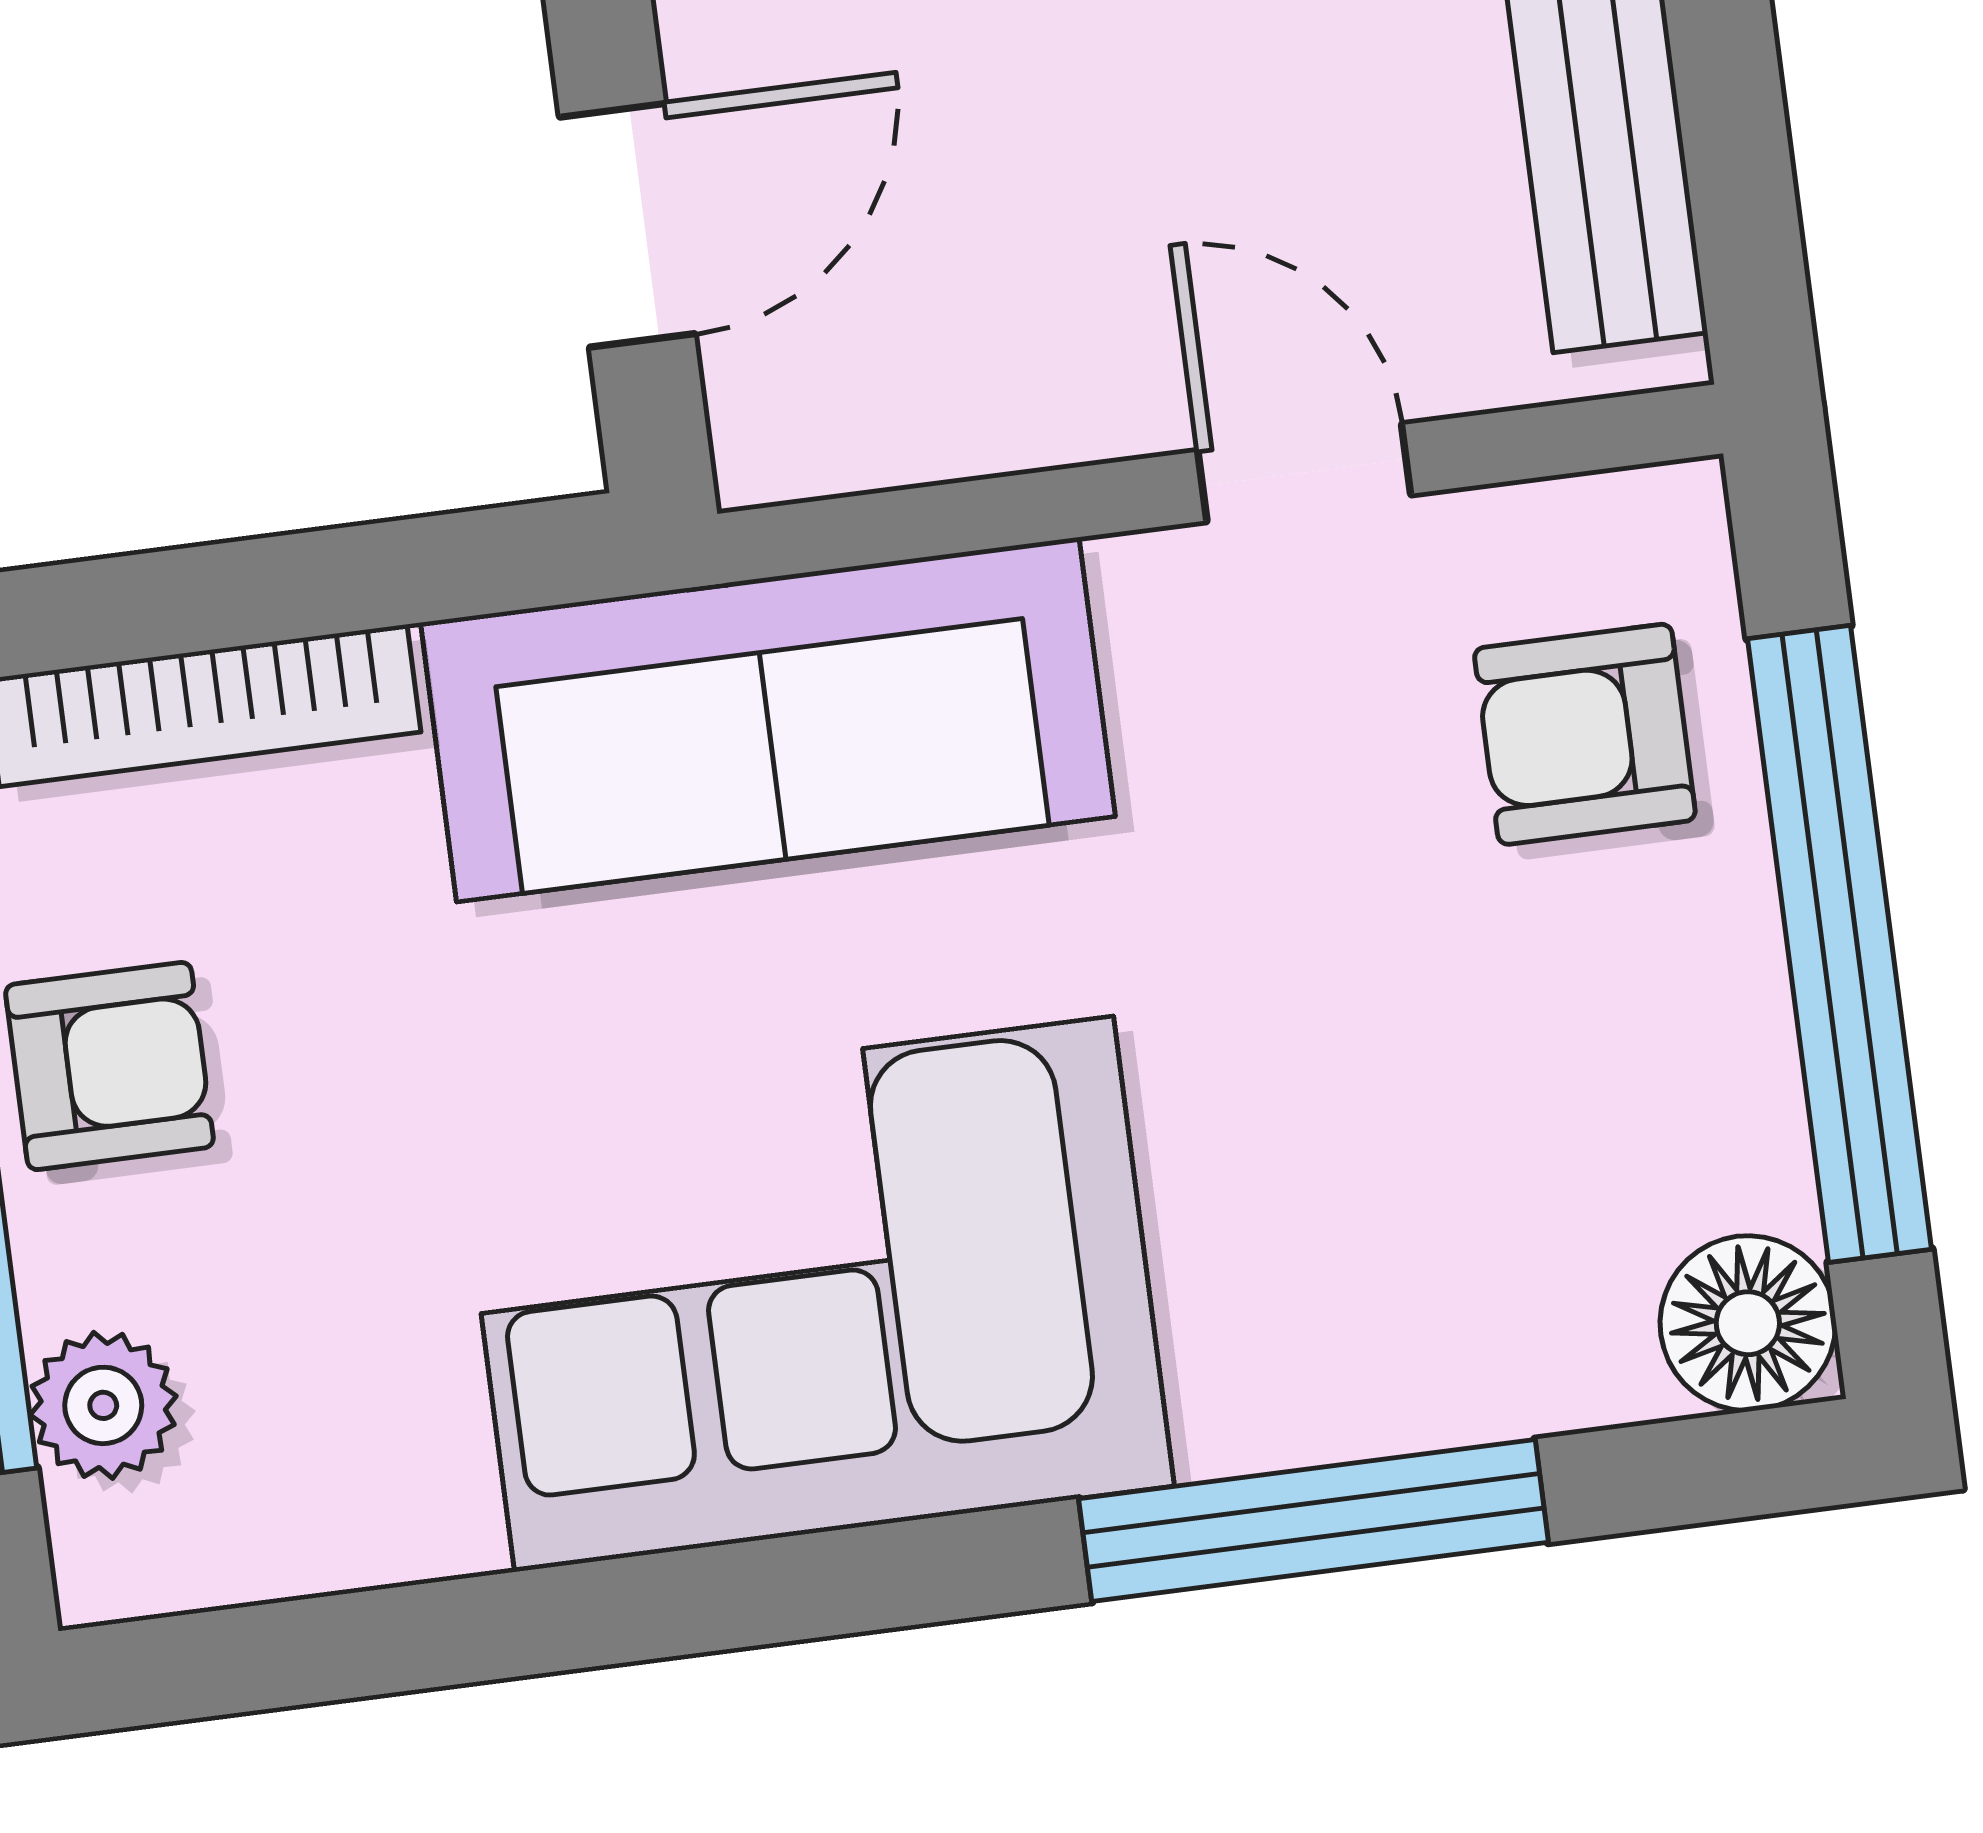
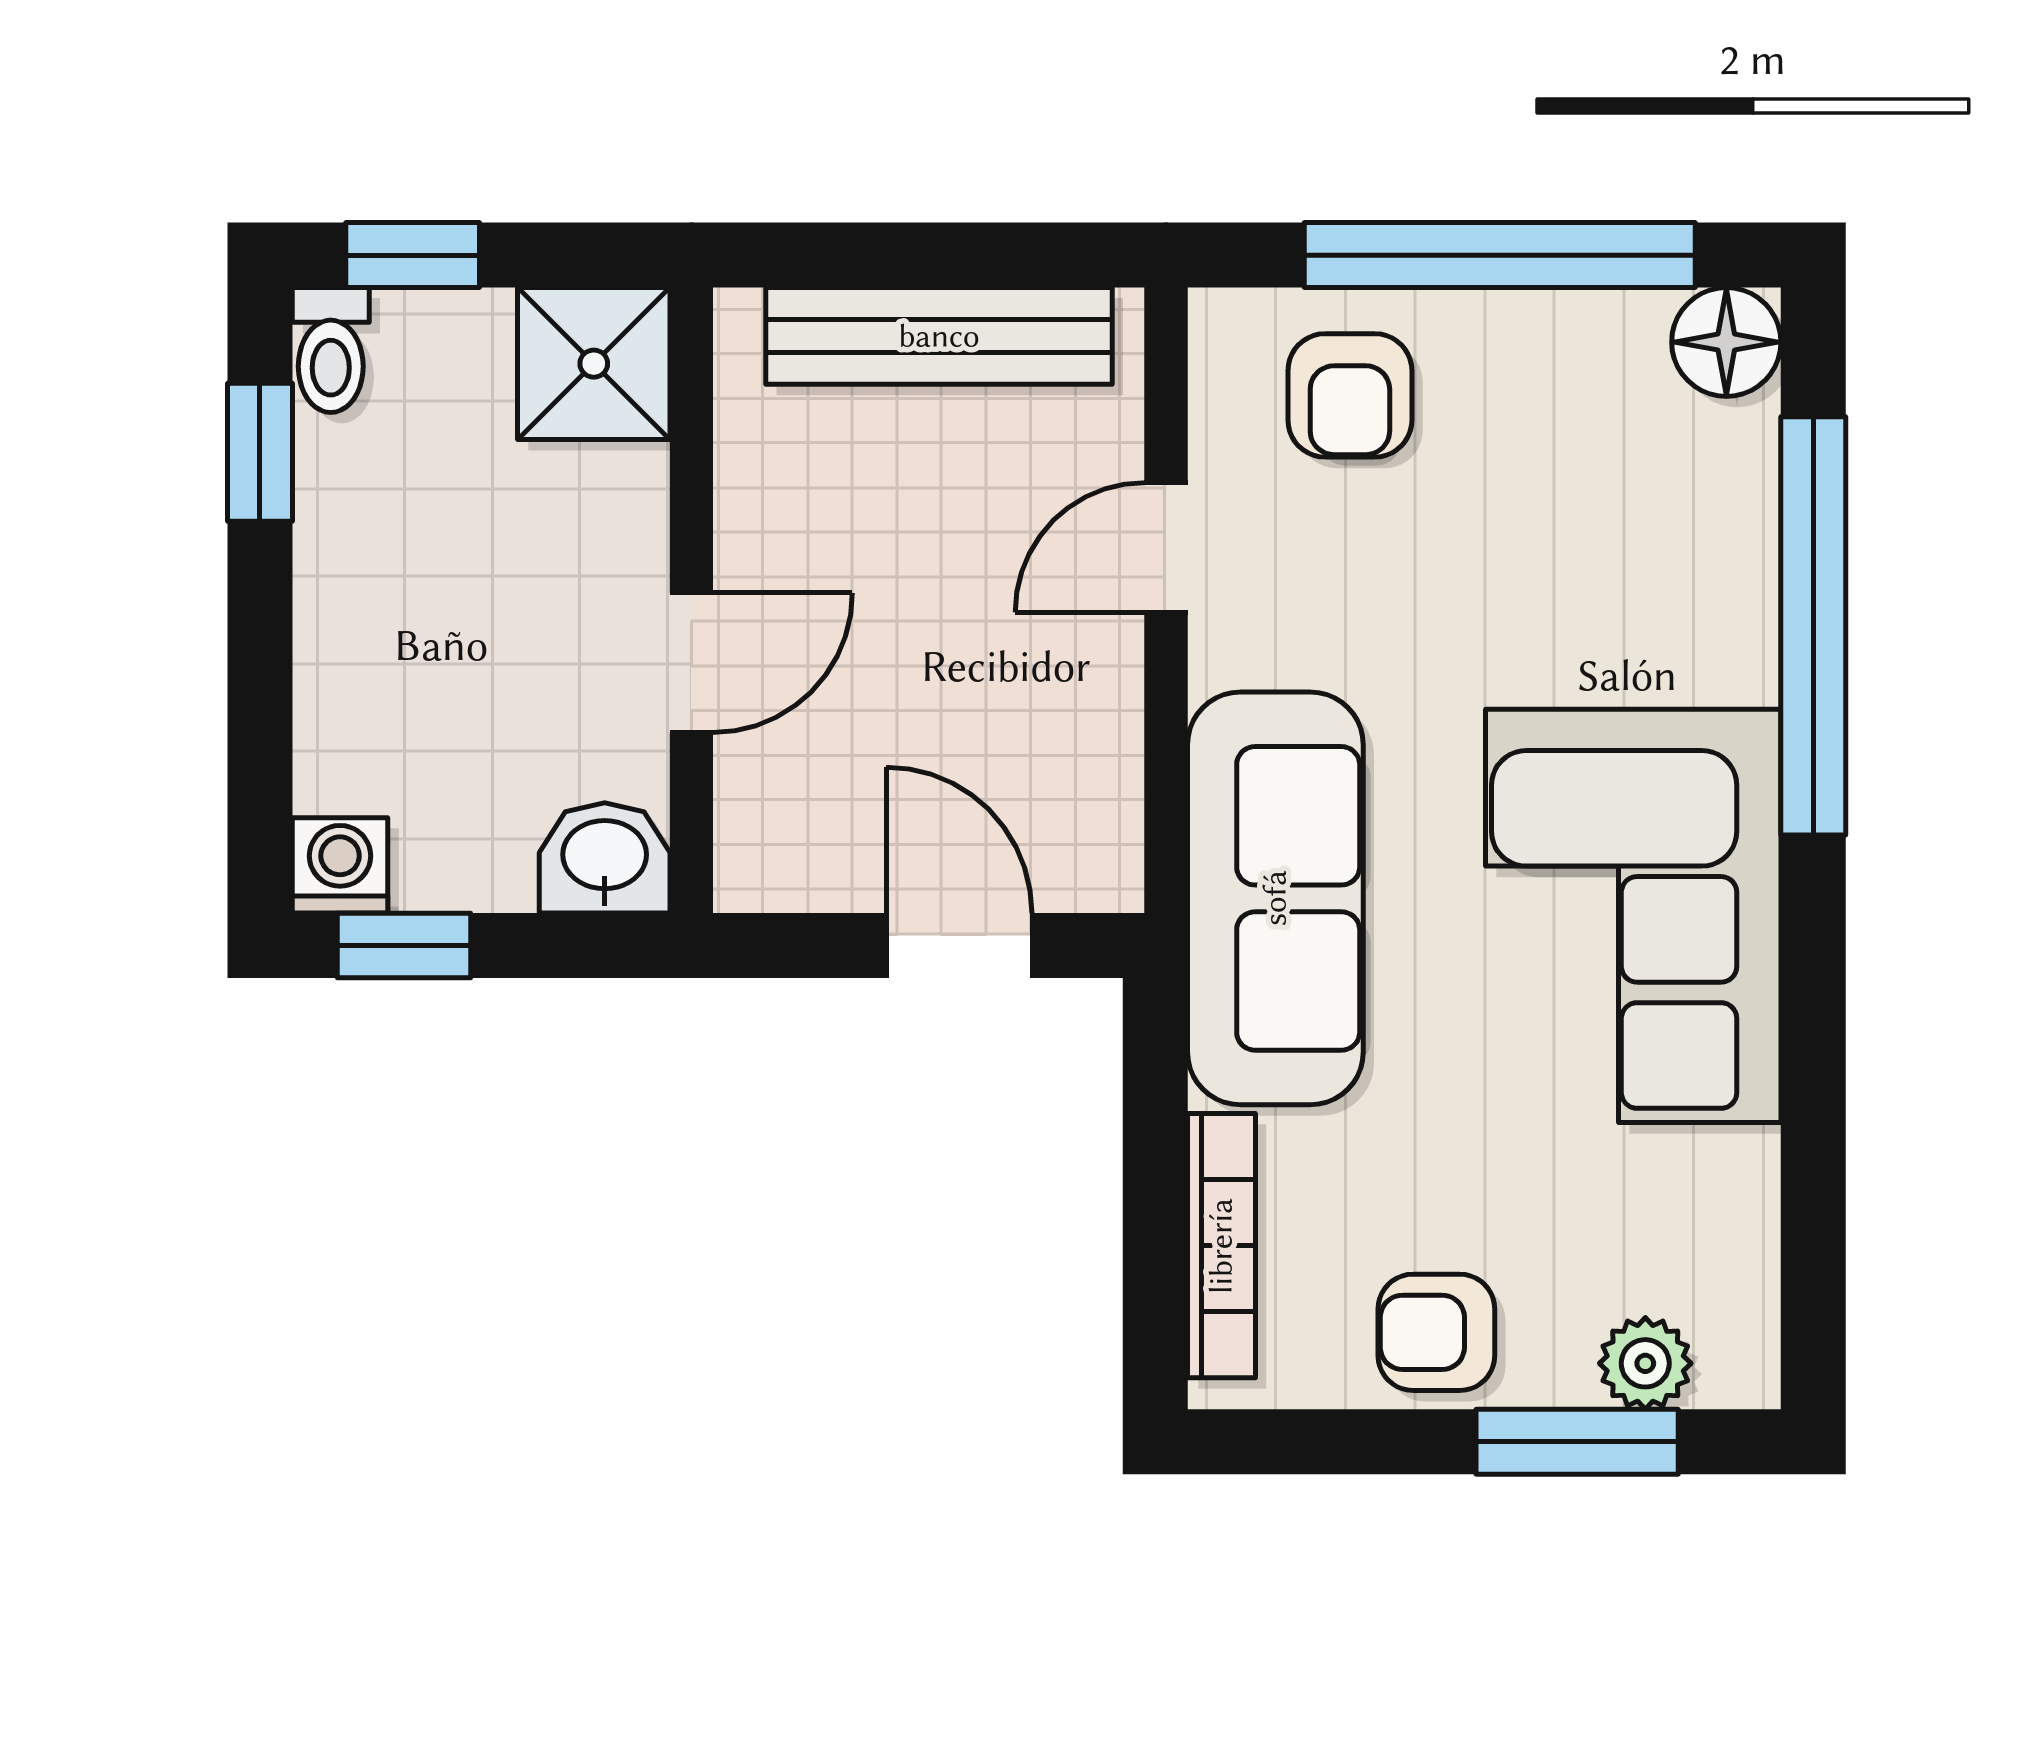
armchair: (109, 1066) -> (1436, 1332), turned -90
window: (1313, 1521) -> (1813, 626), width x1.46

